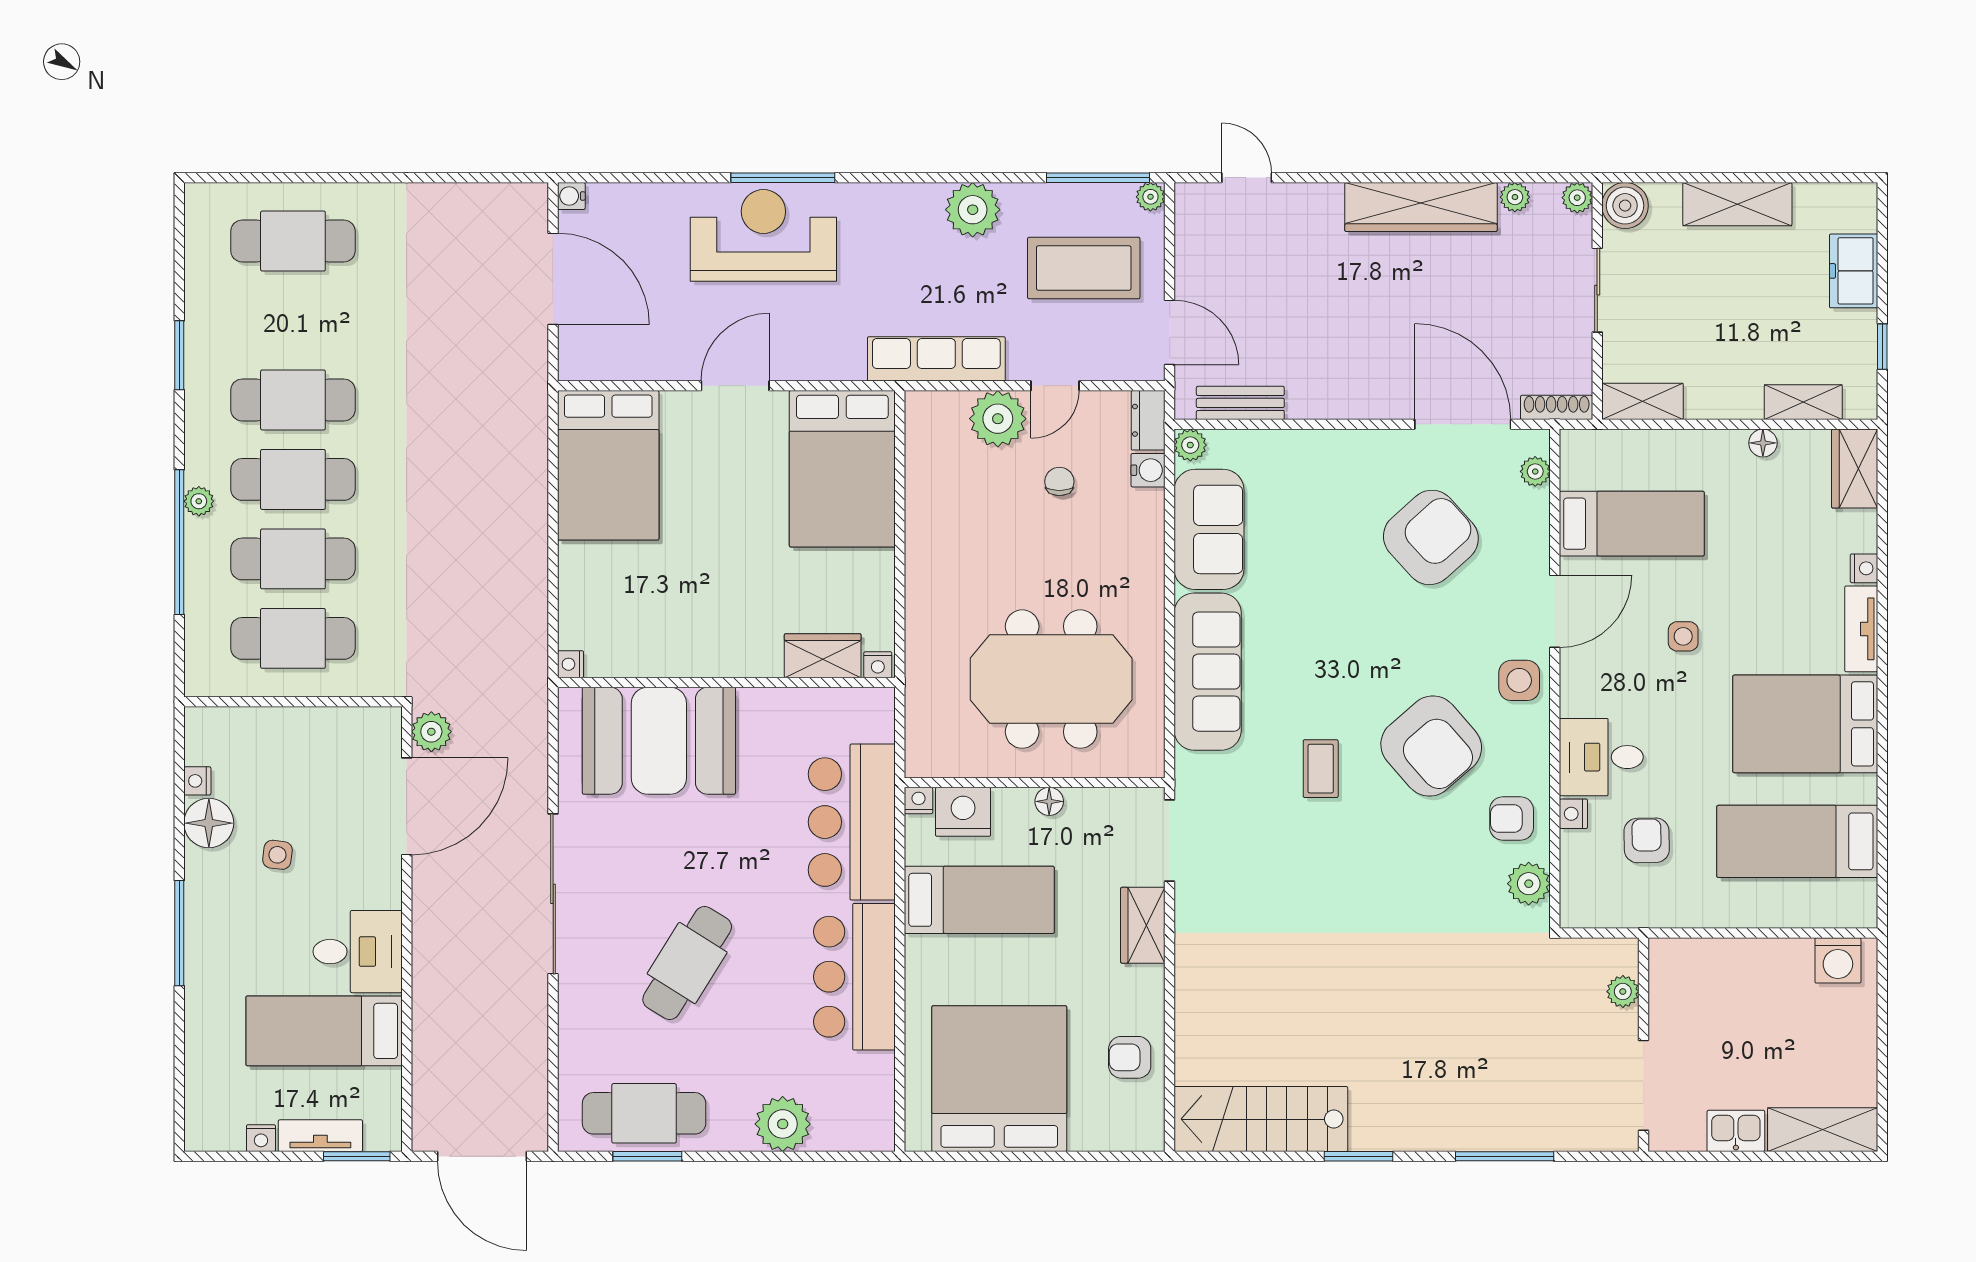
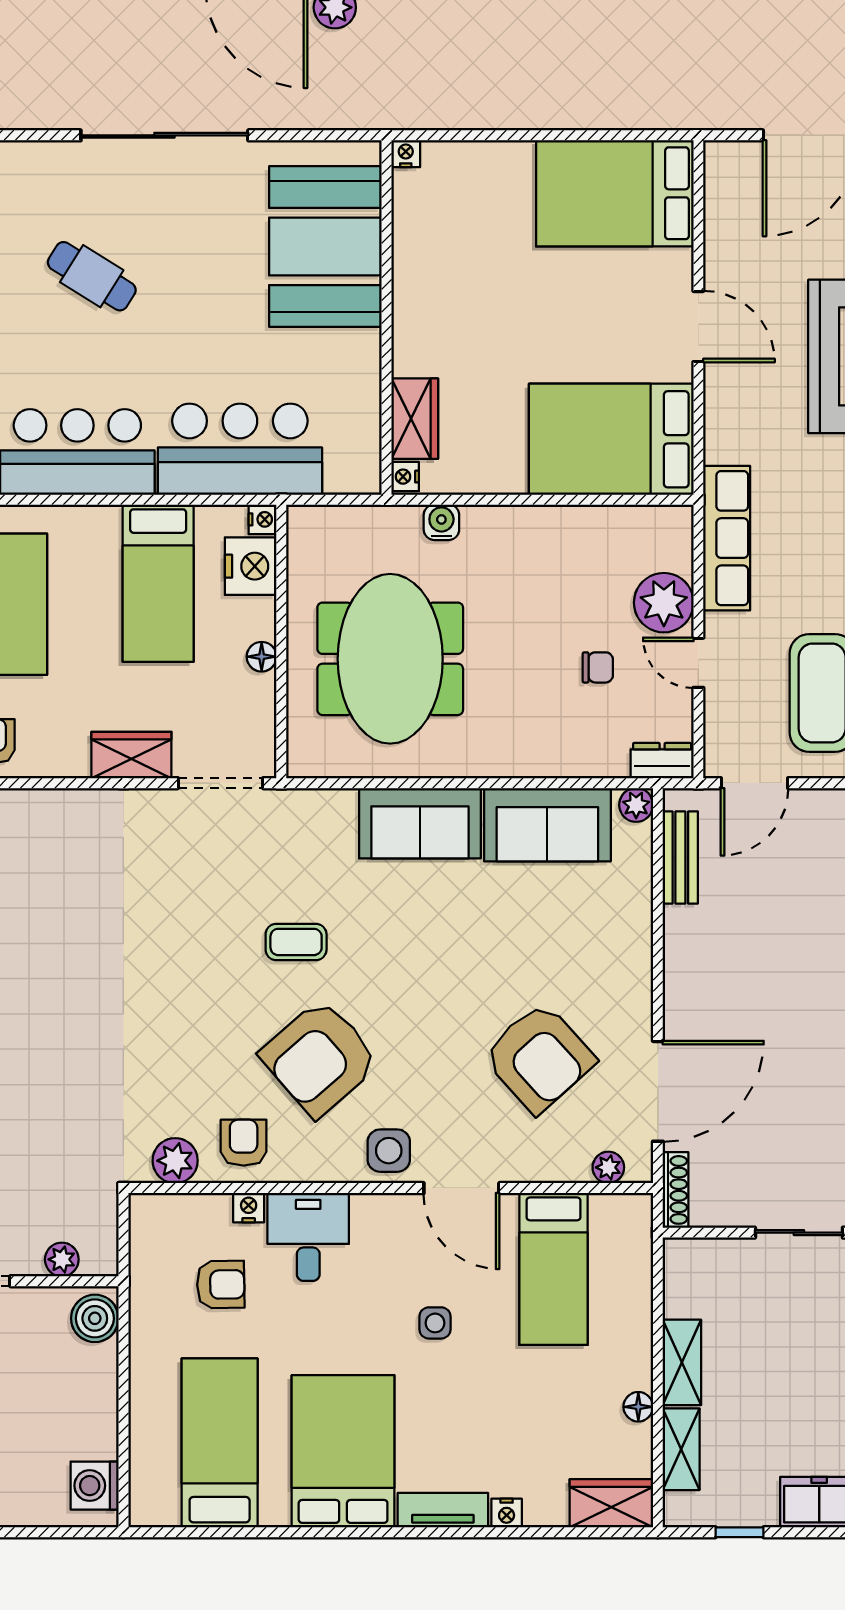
shelving: (1642, 401) -> (682, 1362), moved
water cooler: (1148, 470) -> (441, 522), moved, turned 180
sofa: (1208, 672) -> (420, 823), width x0.73
boiler: (1679, 960) -> (95, 1318), added
cafe table: (687, 963) -> (92, 276), width x0.73, depth x0.74

